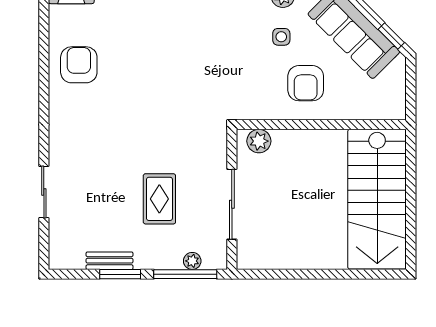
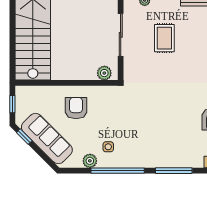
side table: (281, 37) -> (108, 147), moved
window: (411, 90) -> (12, 104), added

